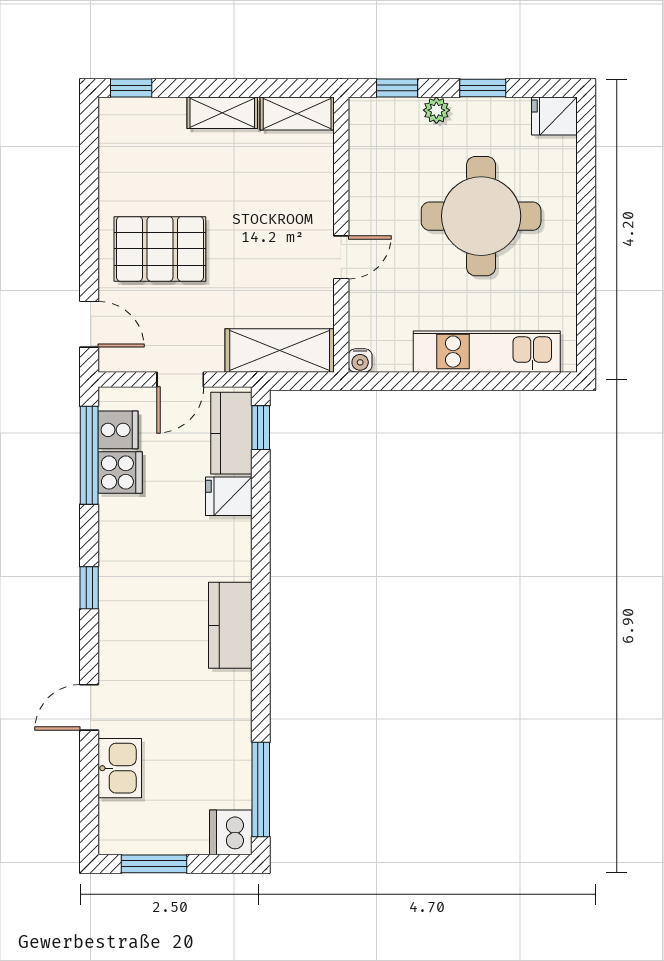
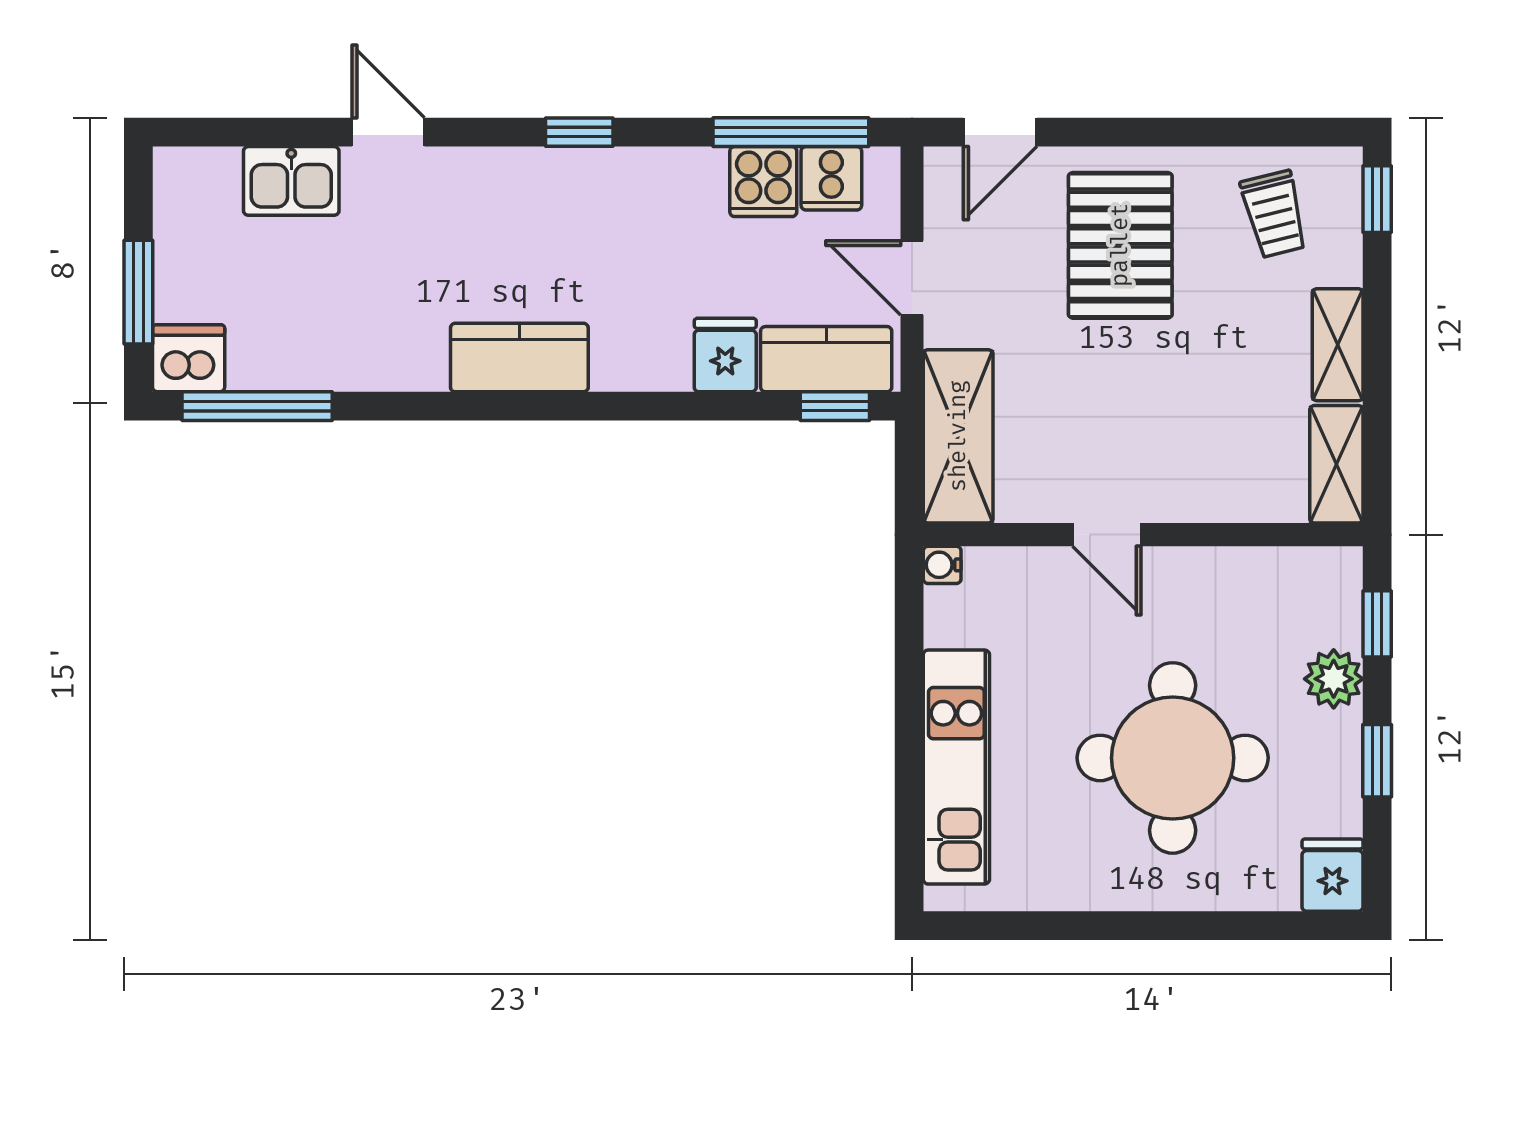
plant: (436, 110) -> (1334, 679), width x1.38, depth x1.38
trolley: (140, 153) -> (1274, 214), added
window: (154, 864) -> (138, 292), moved

